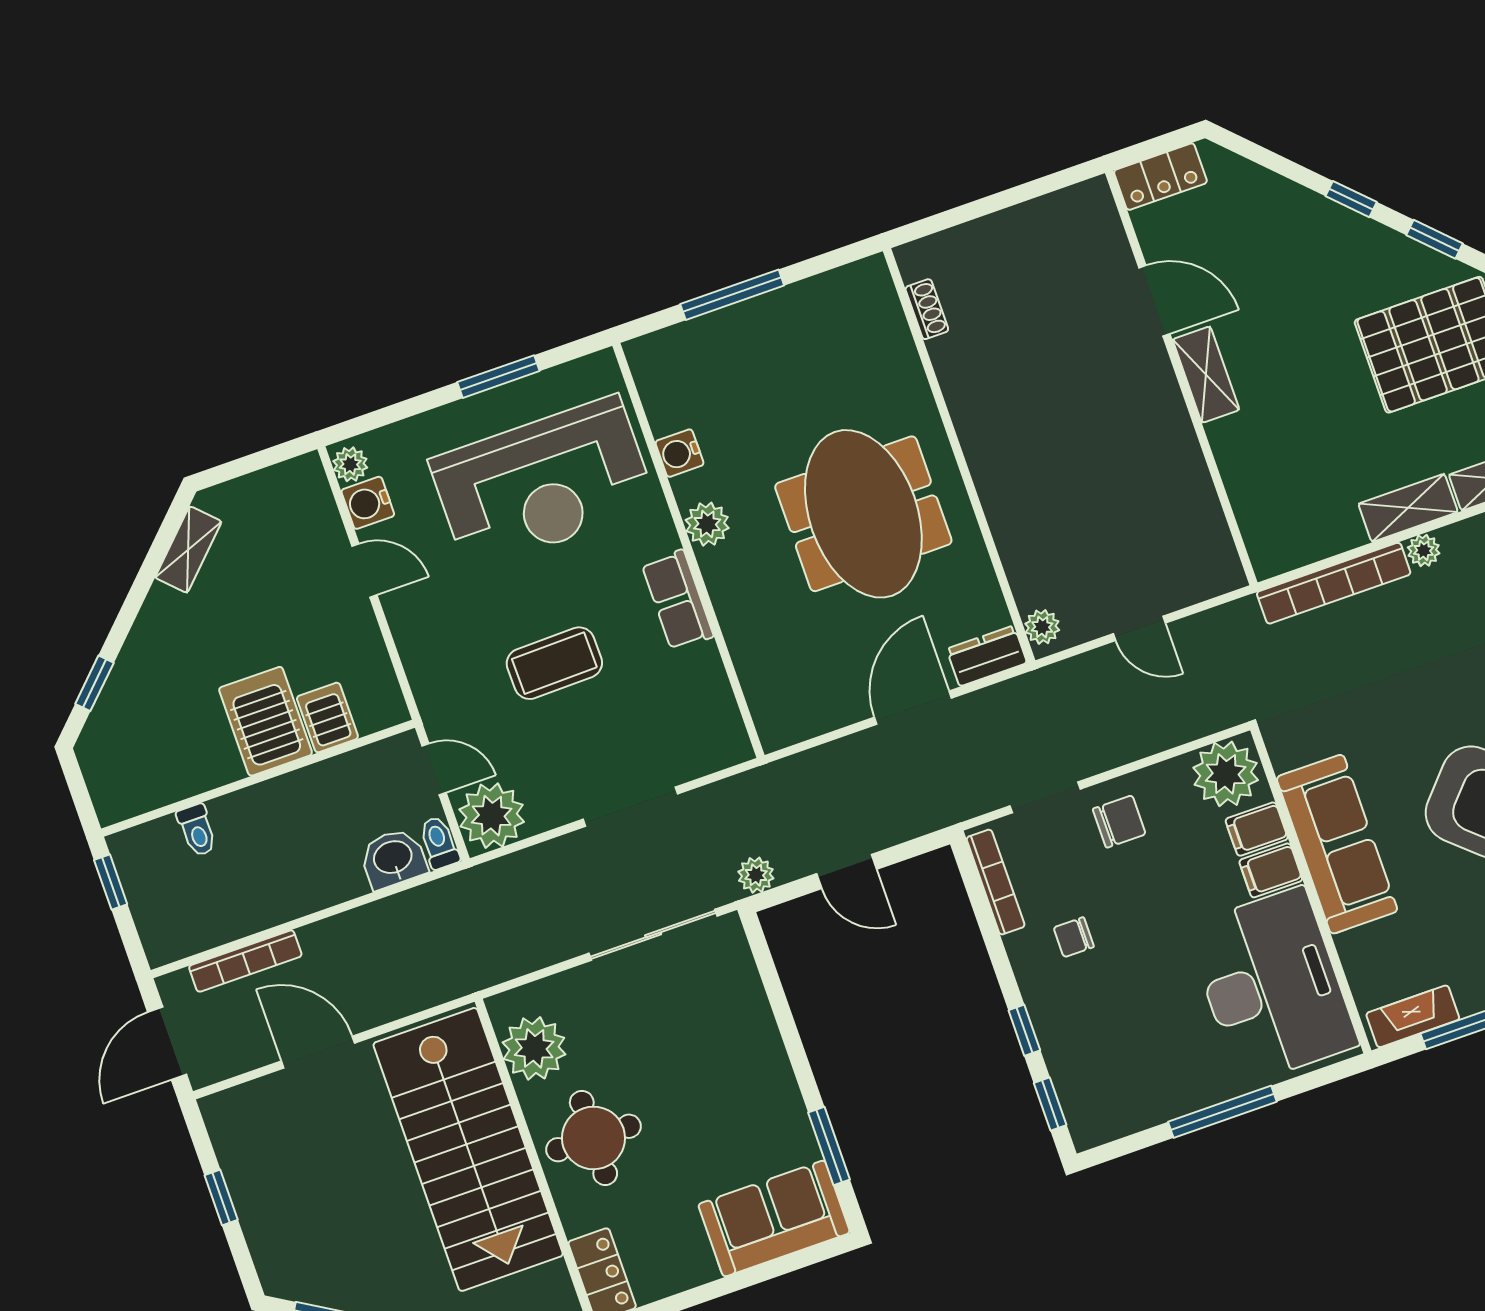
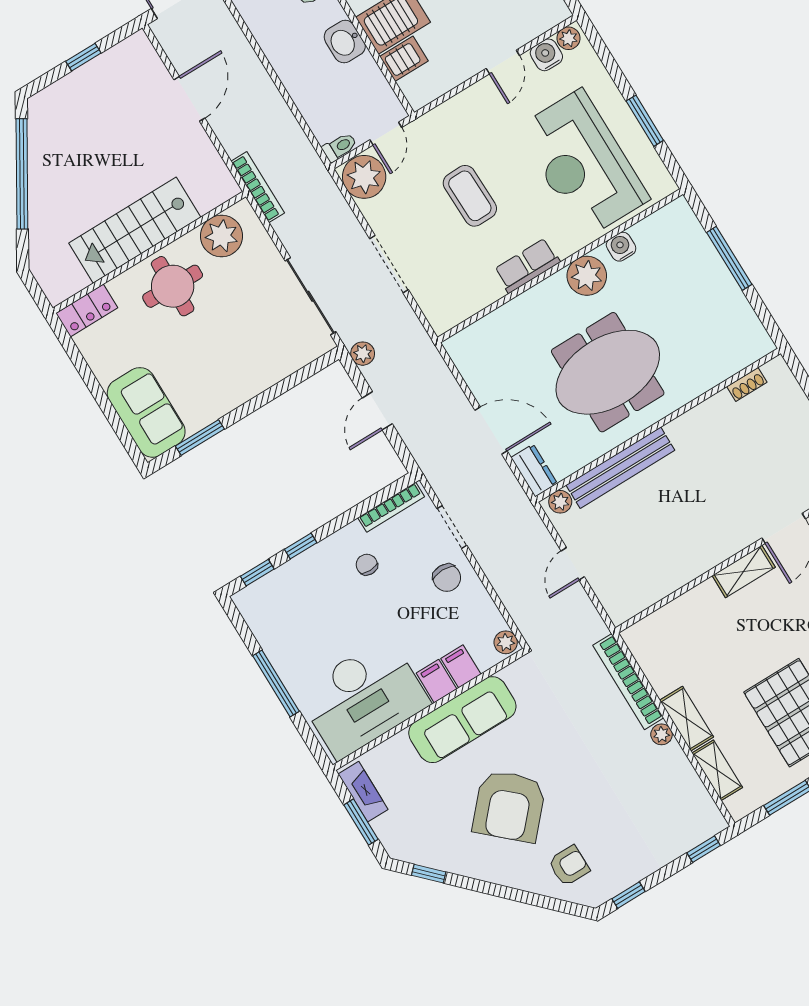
plant: (707, 524) -> (587, 276), width x1.36, depth x1.36
bench: (1011, 526) -> (620, 468), added
plant: (1226, 774) -> (506, 642), width x0.53, depth x0.53
washbasin: (393, 858) -> (345, 42), moved, turned 180
bookcase: (245, 961) -> (258, 187), moved, turned 180
stairs: (468, 1149) -> (135, 230), width x0.73, depth x0.66

